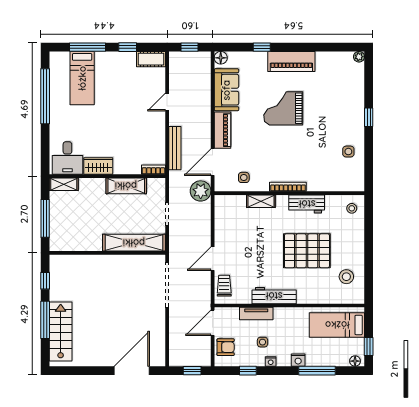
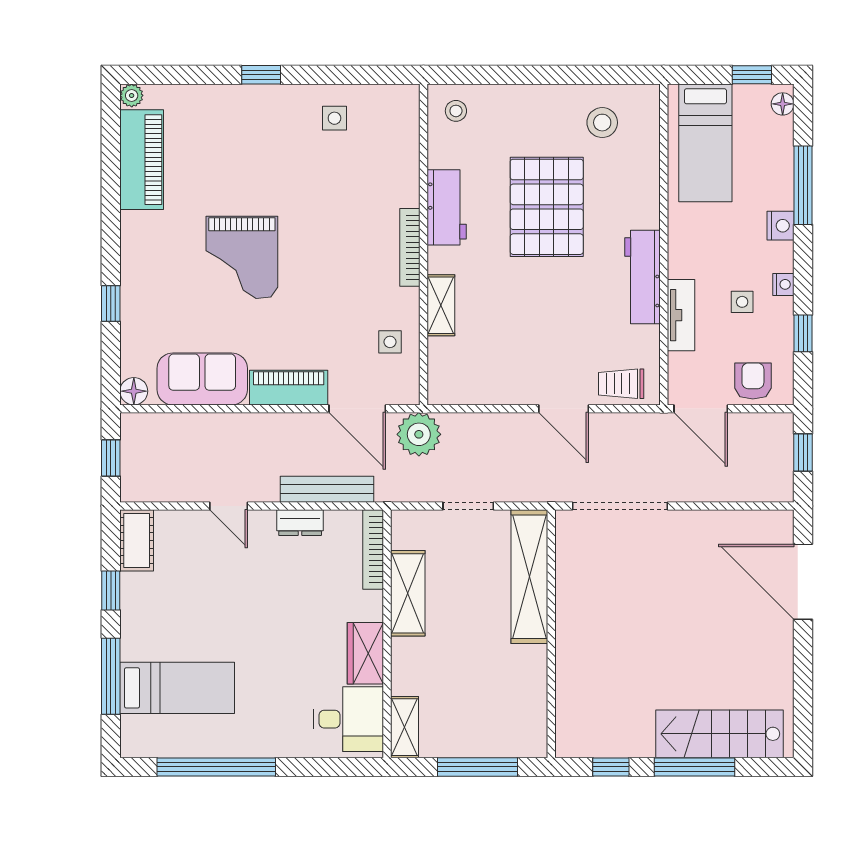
piano: (291, 61) -> (142, 160), moved
dresser: (159, 135) -> (300, 523), added
bookcase: (153, 170) -> (373, 550), width x1.56

